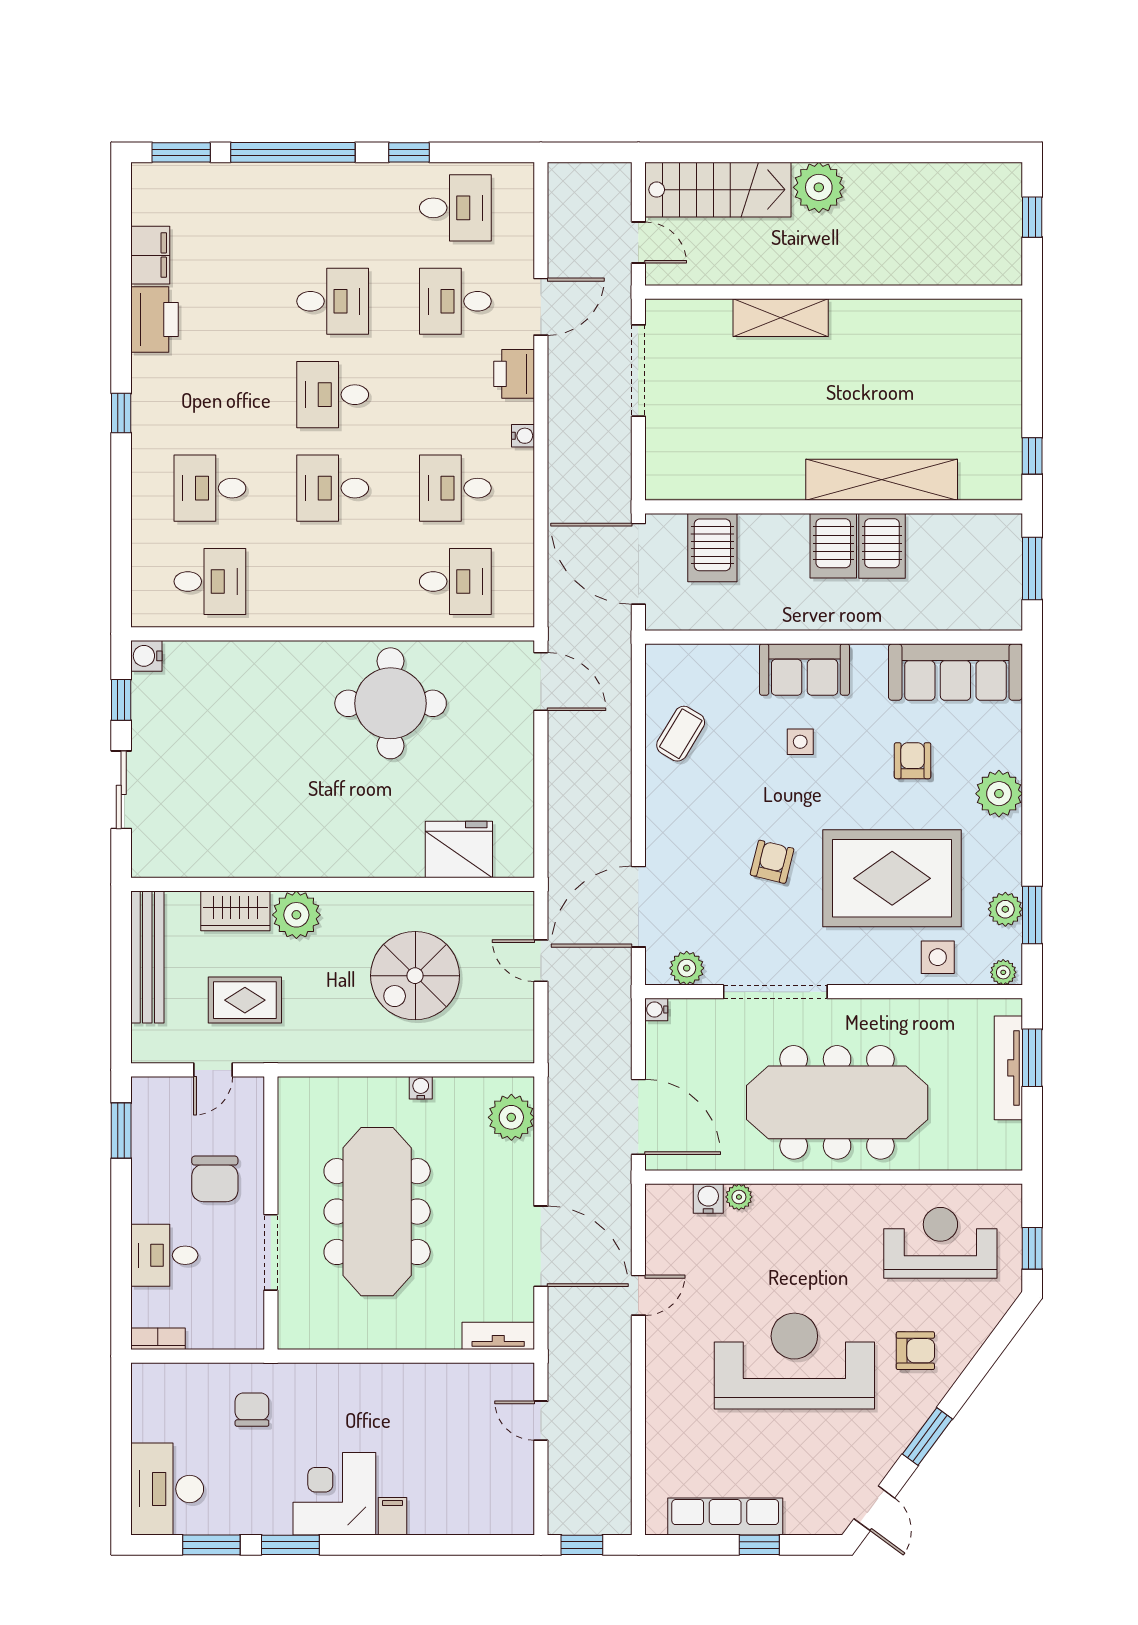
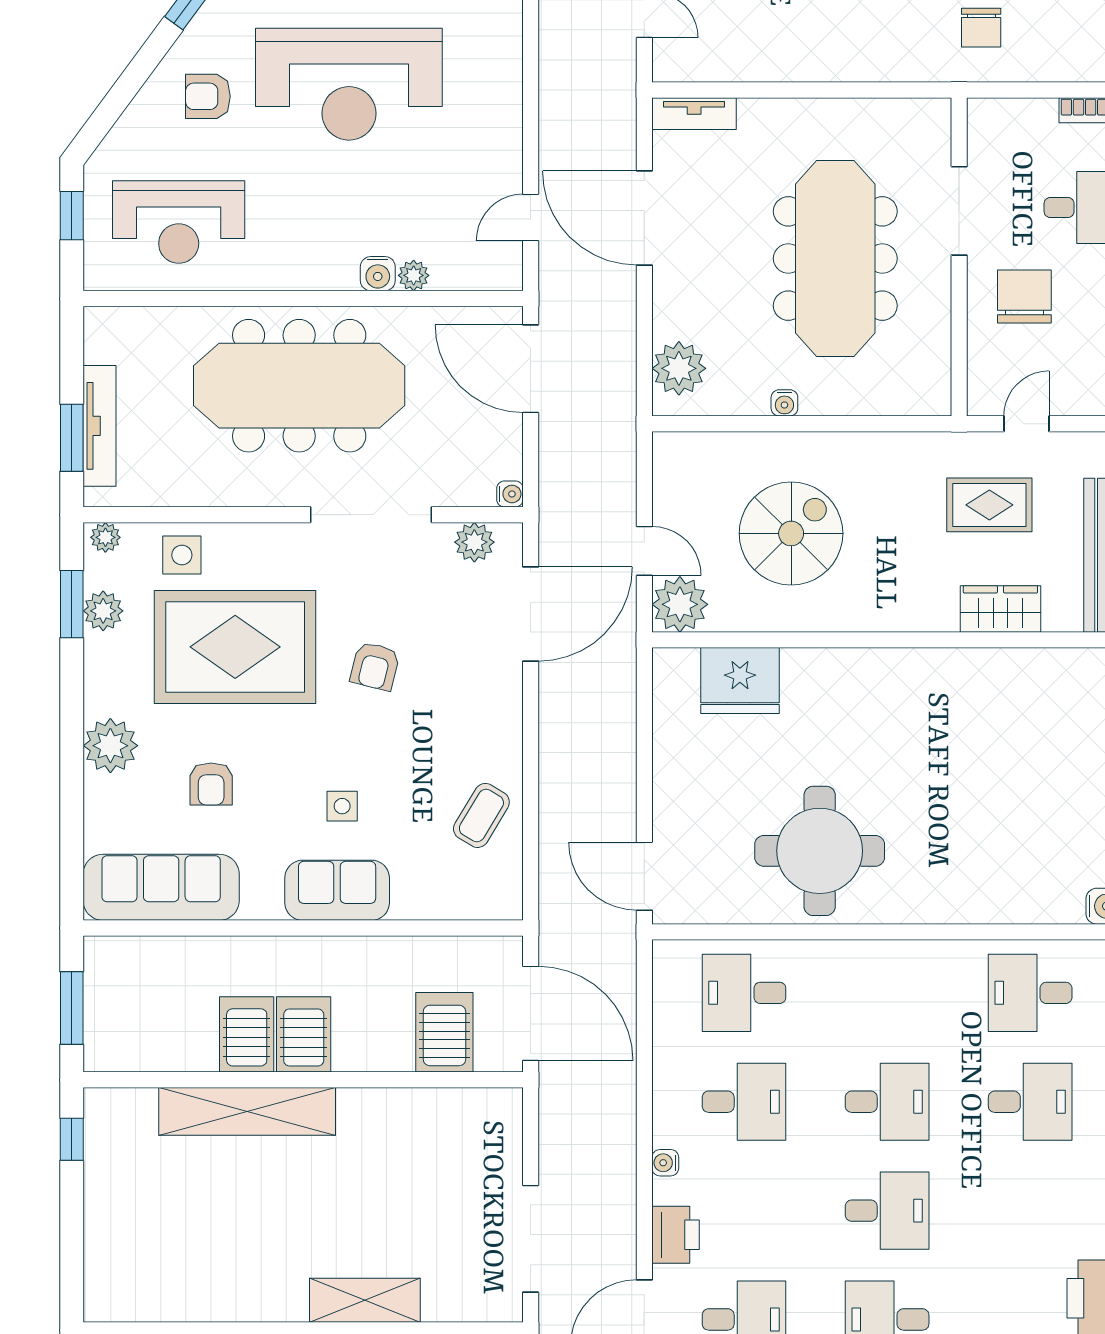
plant: (296, 915) -> (680, 604), moved
water cooler: (708, 1199) -> (378, 274), moved
door: (638, 1295) -> (531, 218), moved

